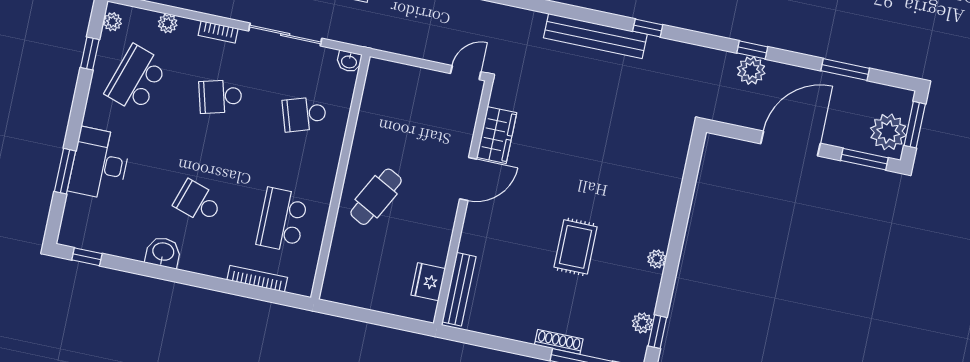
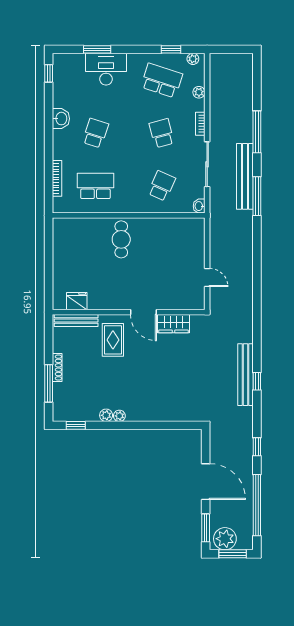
bench: (595, 36) -> (245, 375), moved
plant: (751, 70) -> (244, 449), removed
window: (845, 70) -> (257, 505), width x2.11
school desk: (304, 114) -> (162, 186), turned 42
wardrobe: (497, 135) -> (173, 324), moved
door: (468, 179) -> (143, 312), moved
cafe table: (376, 197) -> (121, 239), turned 62
wall: (463, 203) -> (129, 312), moved
rug: (576, 247) -> (113, 340), moved, turned 90
fridge: (428, 282) -> (77, 301), moved
bench: (459, 289) -> (76, 321), moved
plant: (642, 323) -> (106, 415), moved

